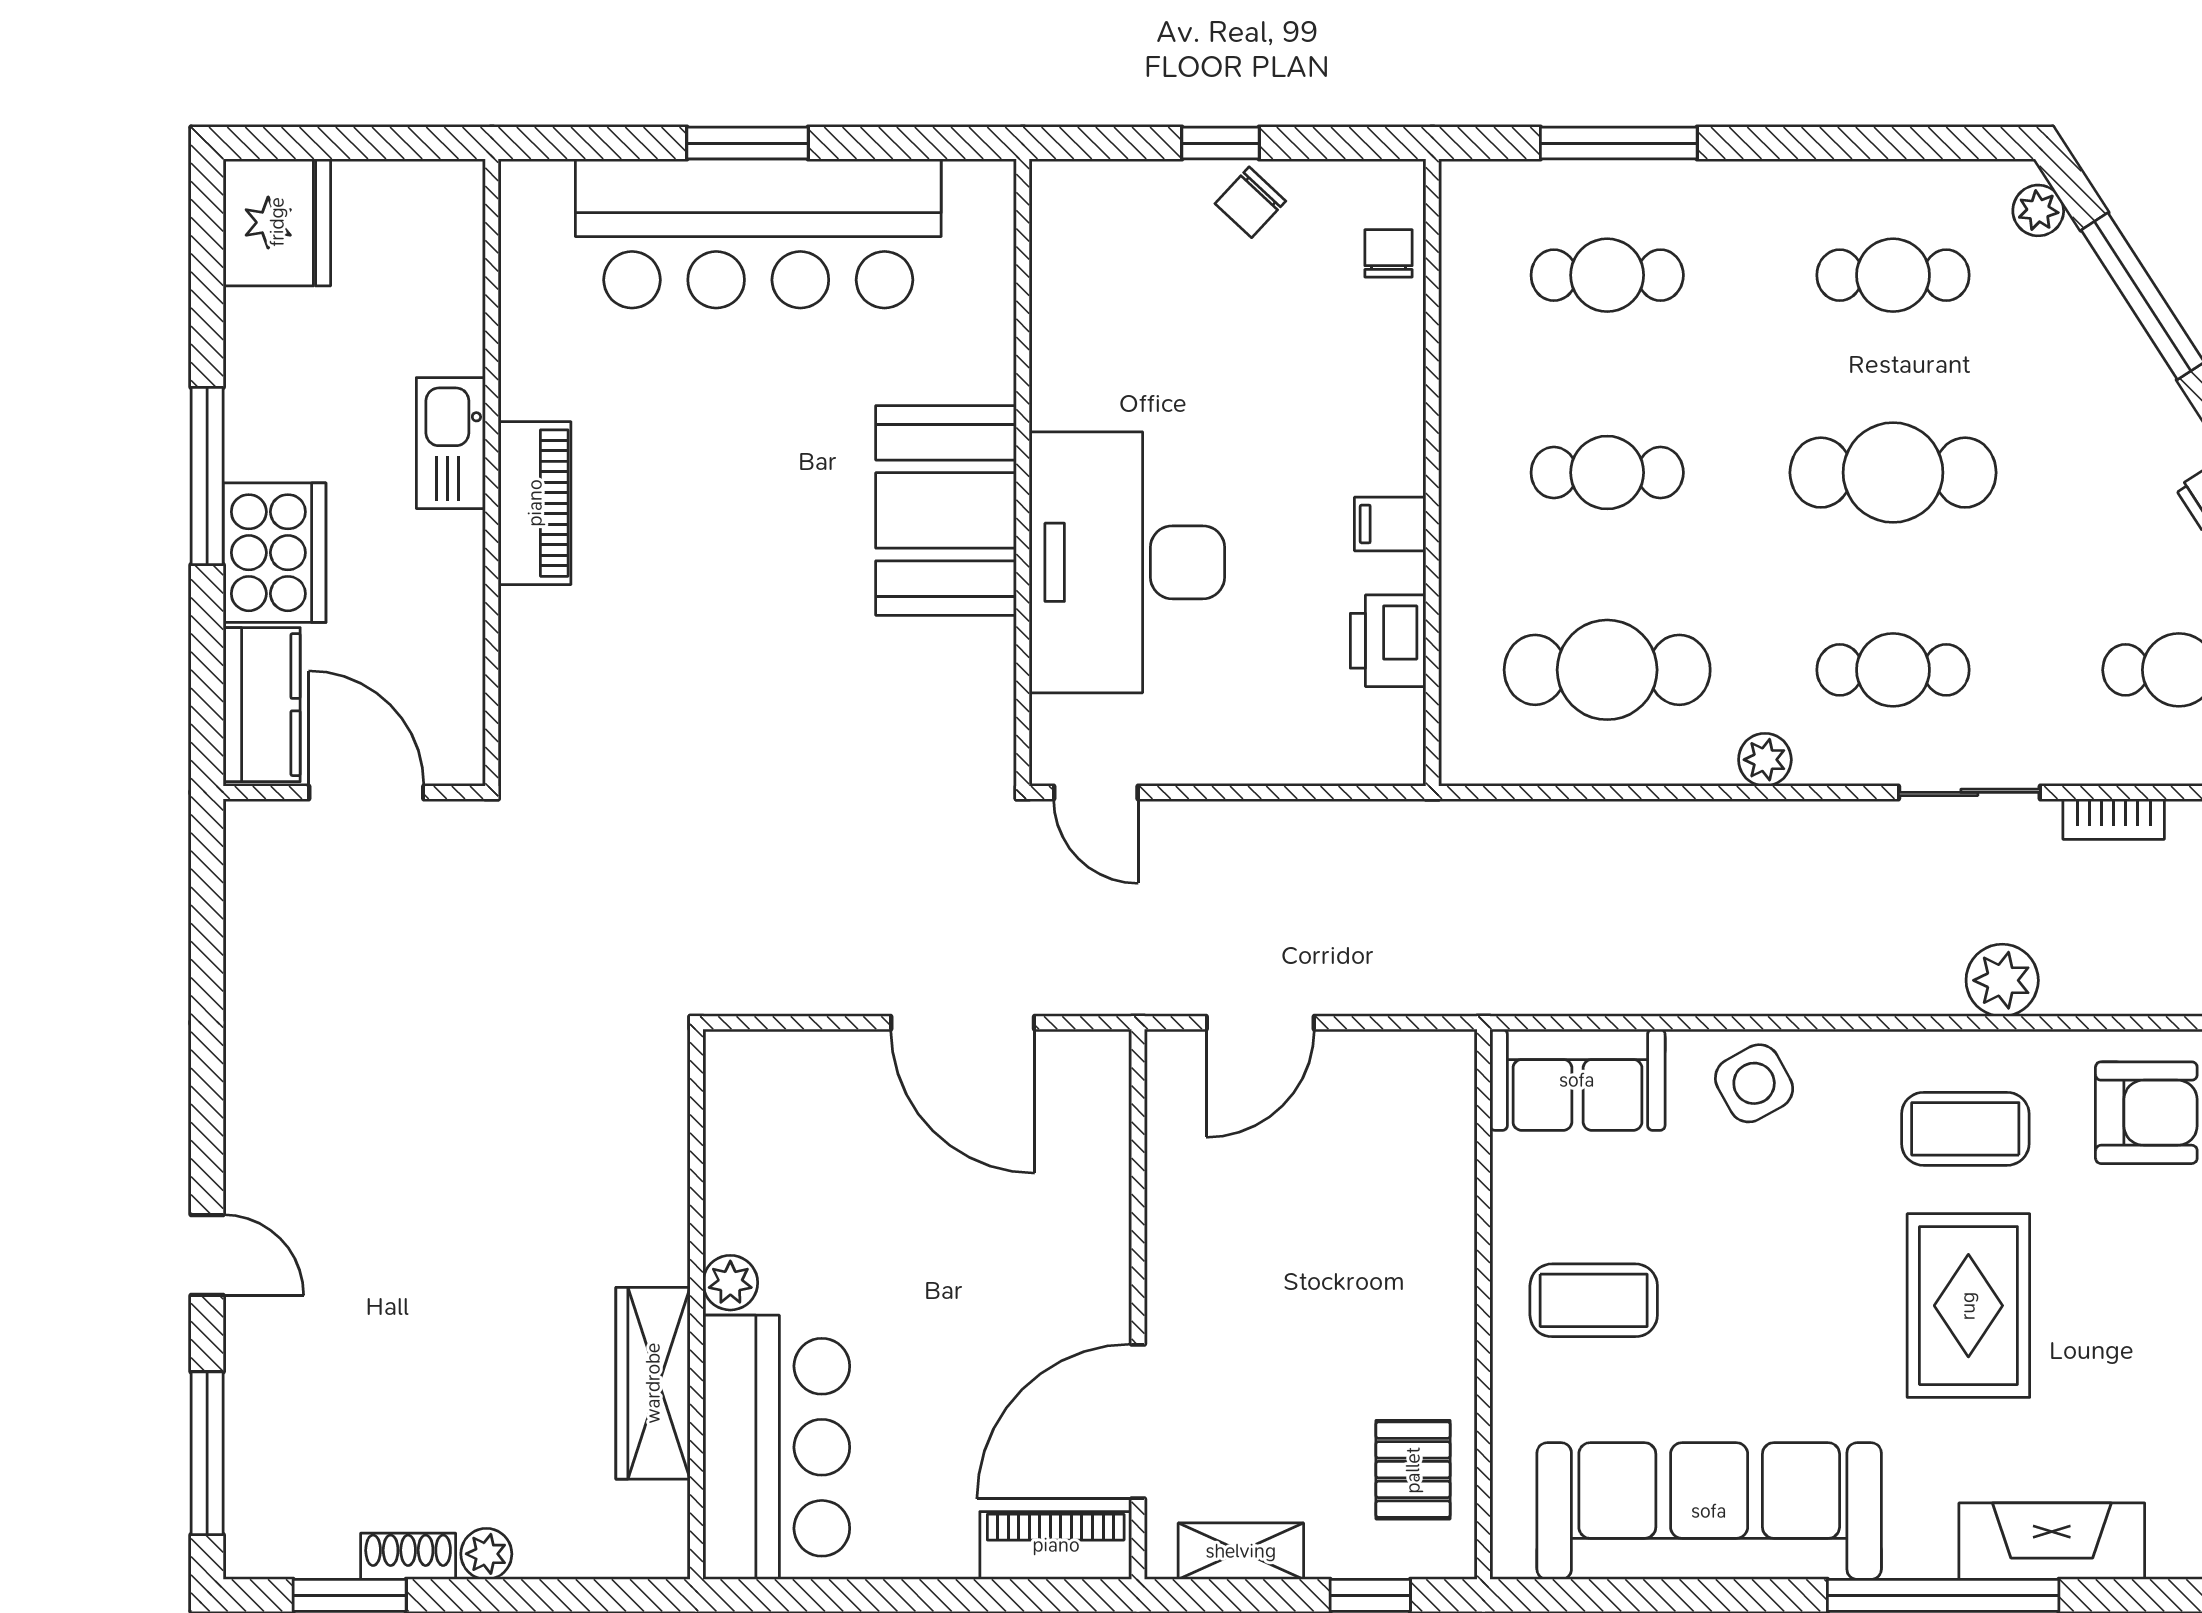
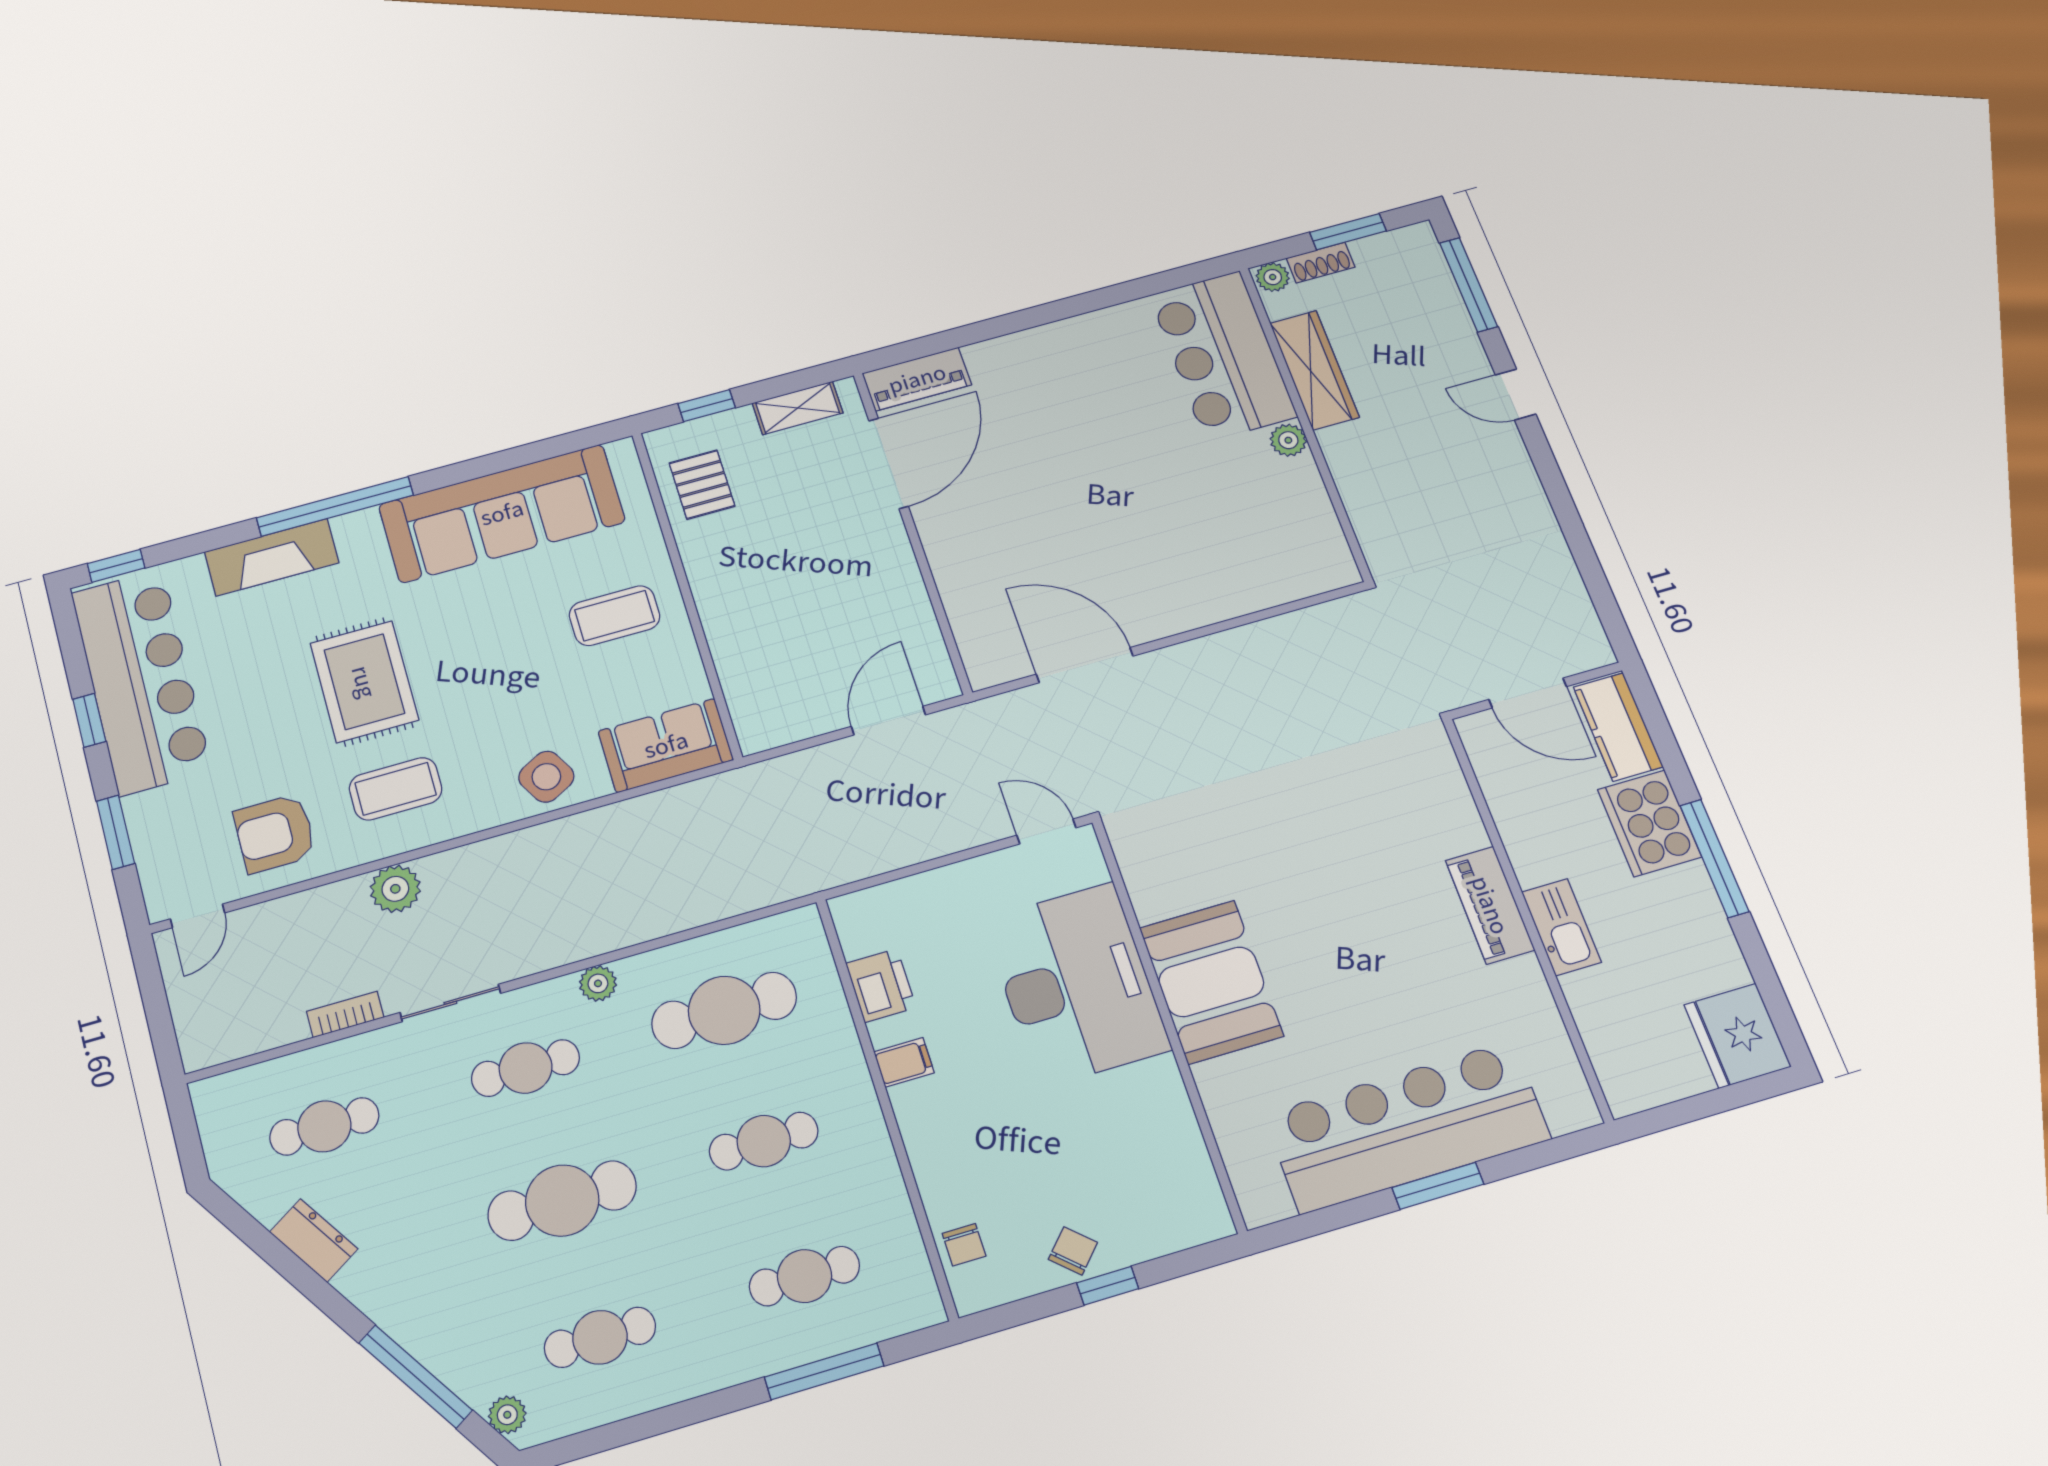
plant: (730, 1283) -> (1288, 440), moved
wall: (697, 1304) -> (1305, 422), moved
wardrobe: (653, 1383) -> (1314, 370), moved
bar counter: (776, 1447) -> (1223, 356), moved

